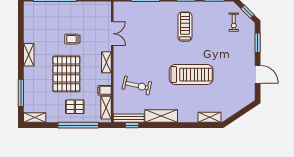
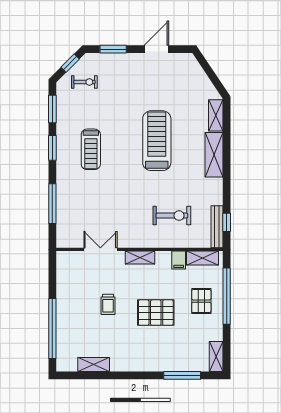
treadmill: (185, 27) -> (91, 149), turned -90
shelving: (29, 55) -> (94, 365), moved
pallet: (66, 74) -> (156, 313), width x0.73, depth x0.71
exercise bike: (137, 85) -> (172, 216), turned 77
shelving: (161, 116) -> (214, 155), moved

